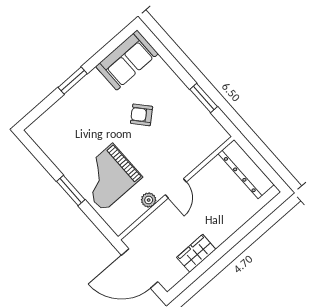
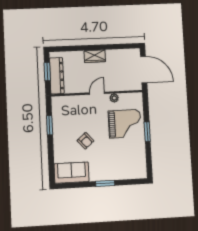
window: (263, 165) -> (47, 72), added
wardrobe: (196, 253) -> (95, 56), moved

